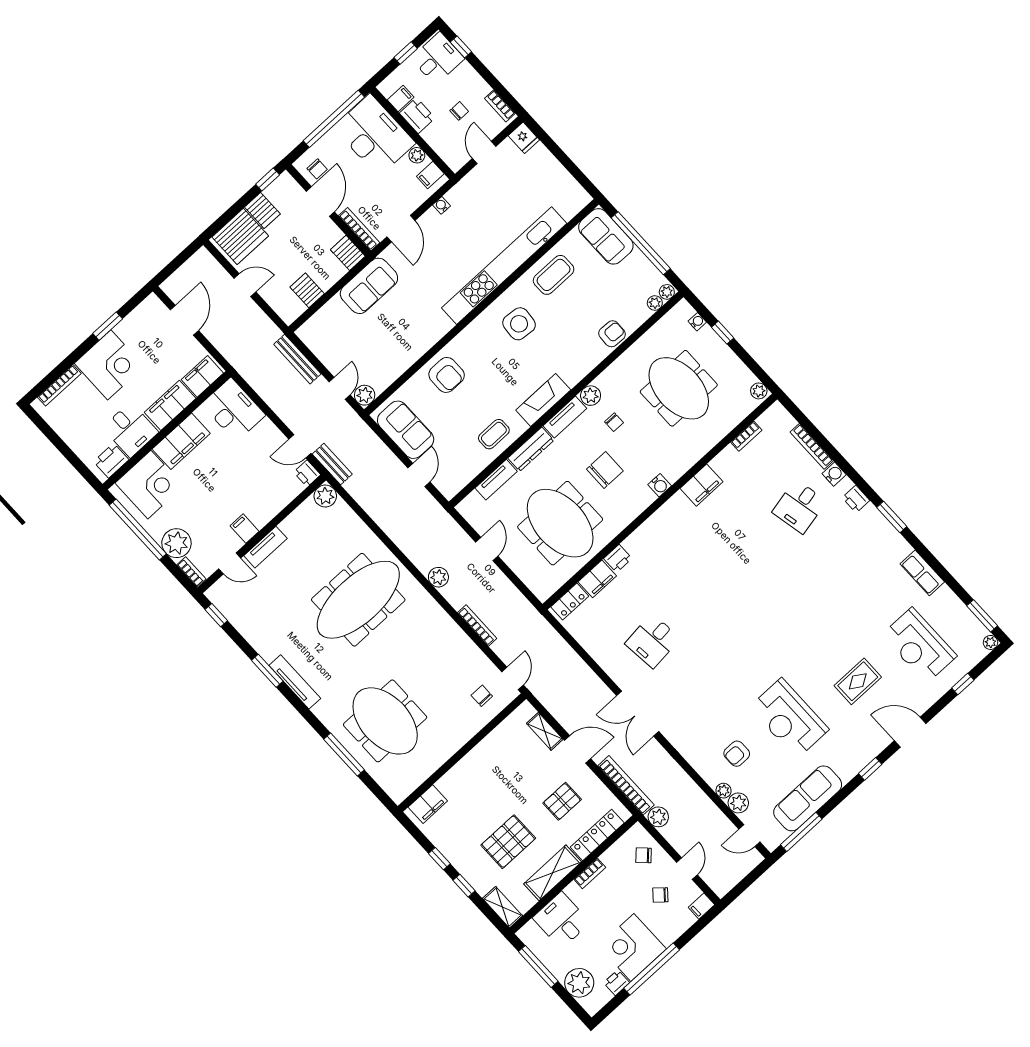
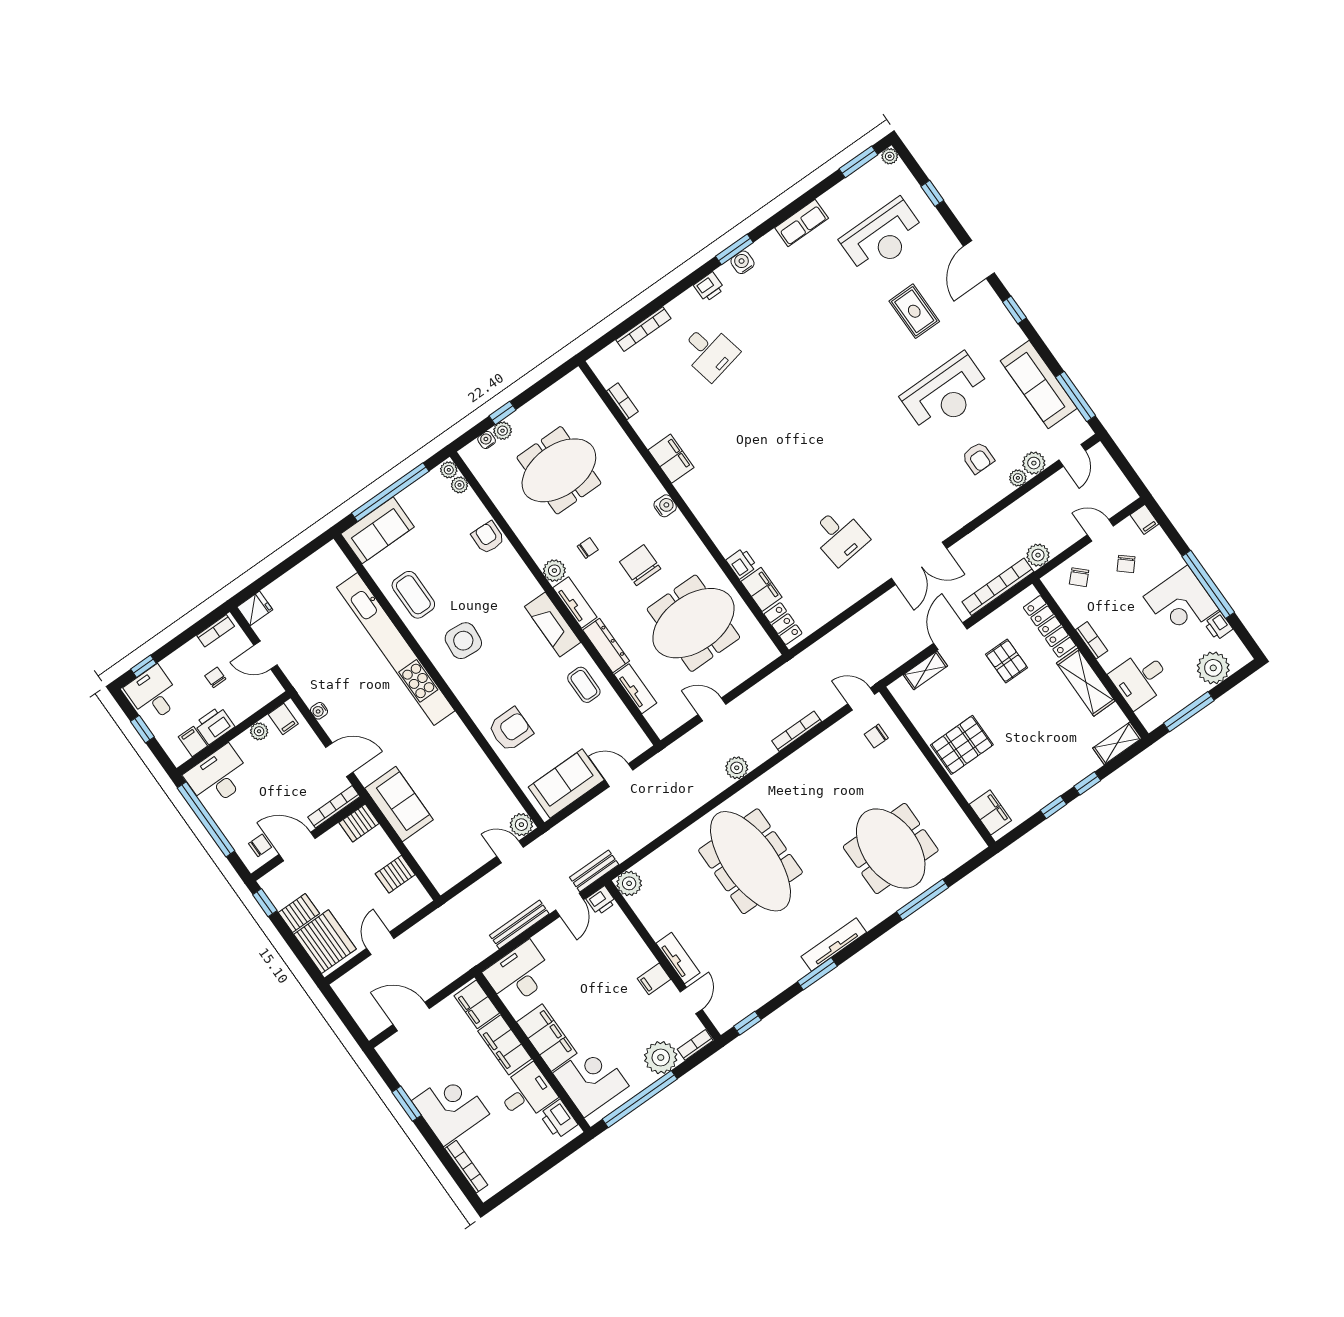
desk: (374, 135) -> (218, 777), width x0.73, depth x0.77
bench: (297, 359) -> (519, 924), moved
plant: (759, 391) -> (503, 431), moved
water cooler: (834, 474) -> (742, 262), moved
meeting table: (385, 721) -> (891, 849), turned 90
pallet: (508, 842) -> (962, 745), moved, turned 90

